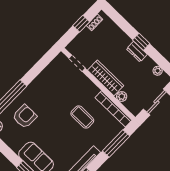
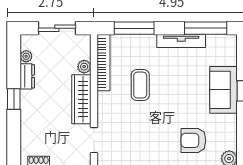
dresser: (137, 52) -> (27, 76), moved

